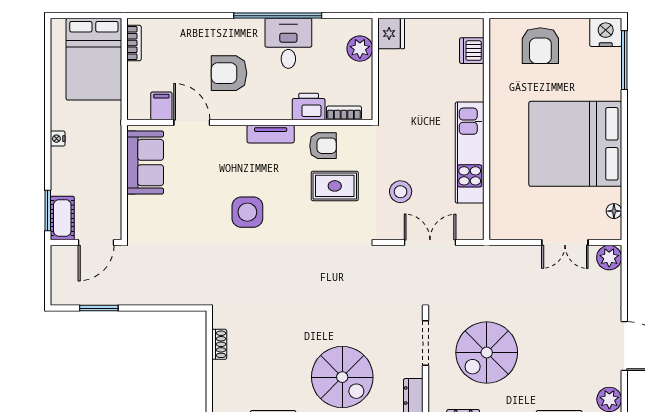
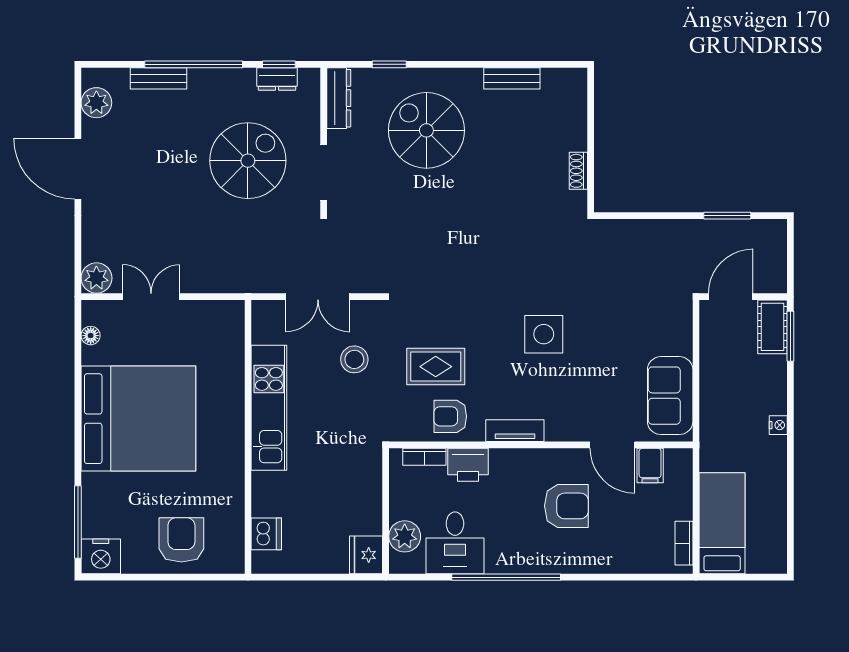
desk: (288, 43) -> (455, 543), moved
bed: (94, 59) -> (722, 523), width x0.67

